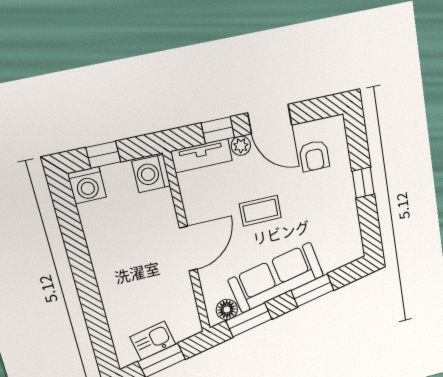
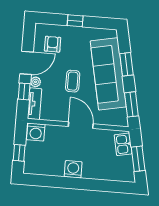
armchair: (314, 156) -> (53, 44), turned -90
washing machine: (87, 185) -> (73, 169), moved, turned -90
sofa: (276, 278) -> (108, 74), width x1.36, depth x1.27
floor lamp: (227, 309) -> (121, 115), removed
kitchen sink: (153, 341) -> (123, 144), moved

